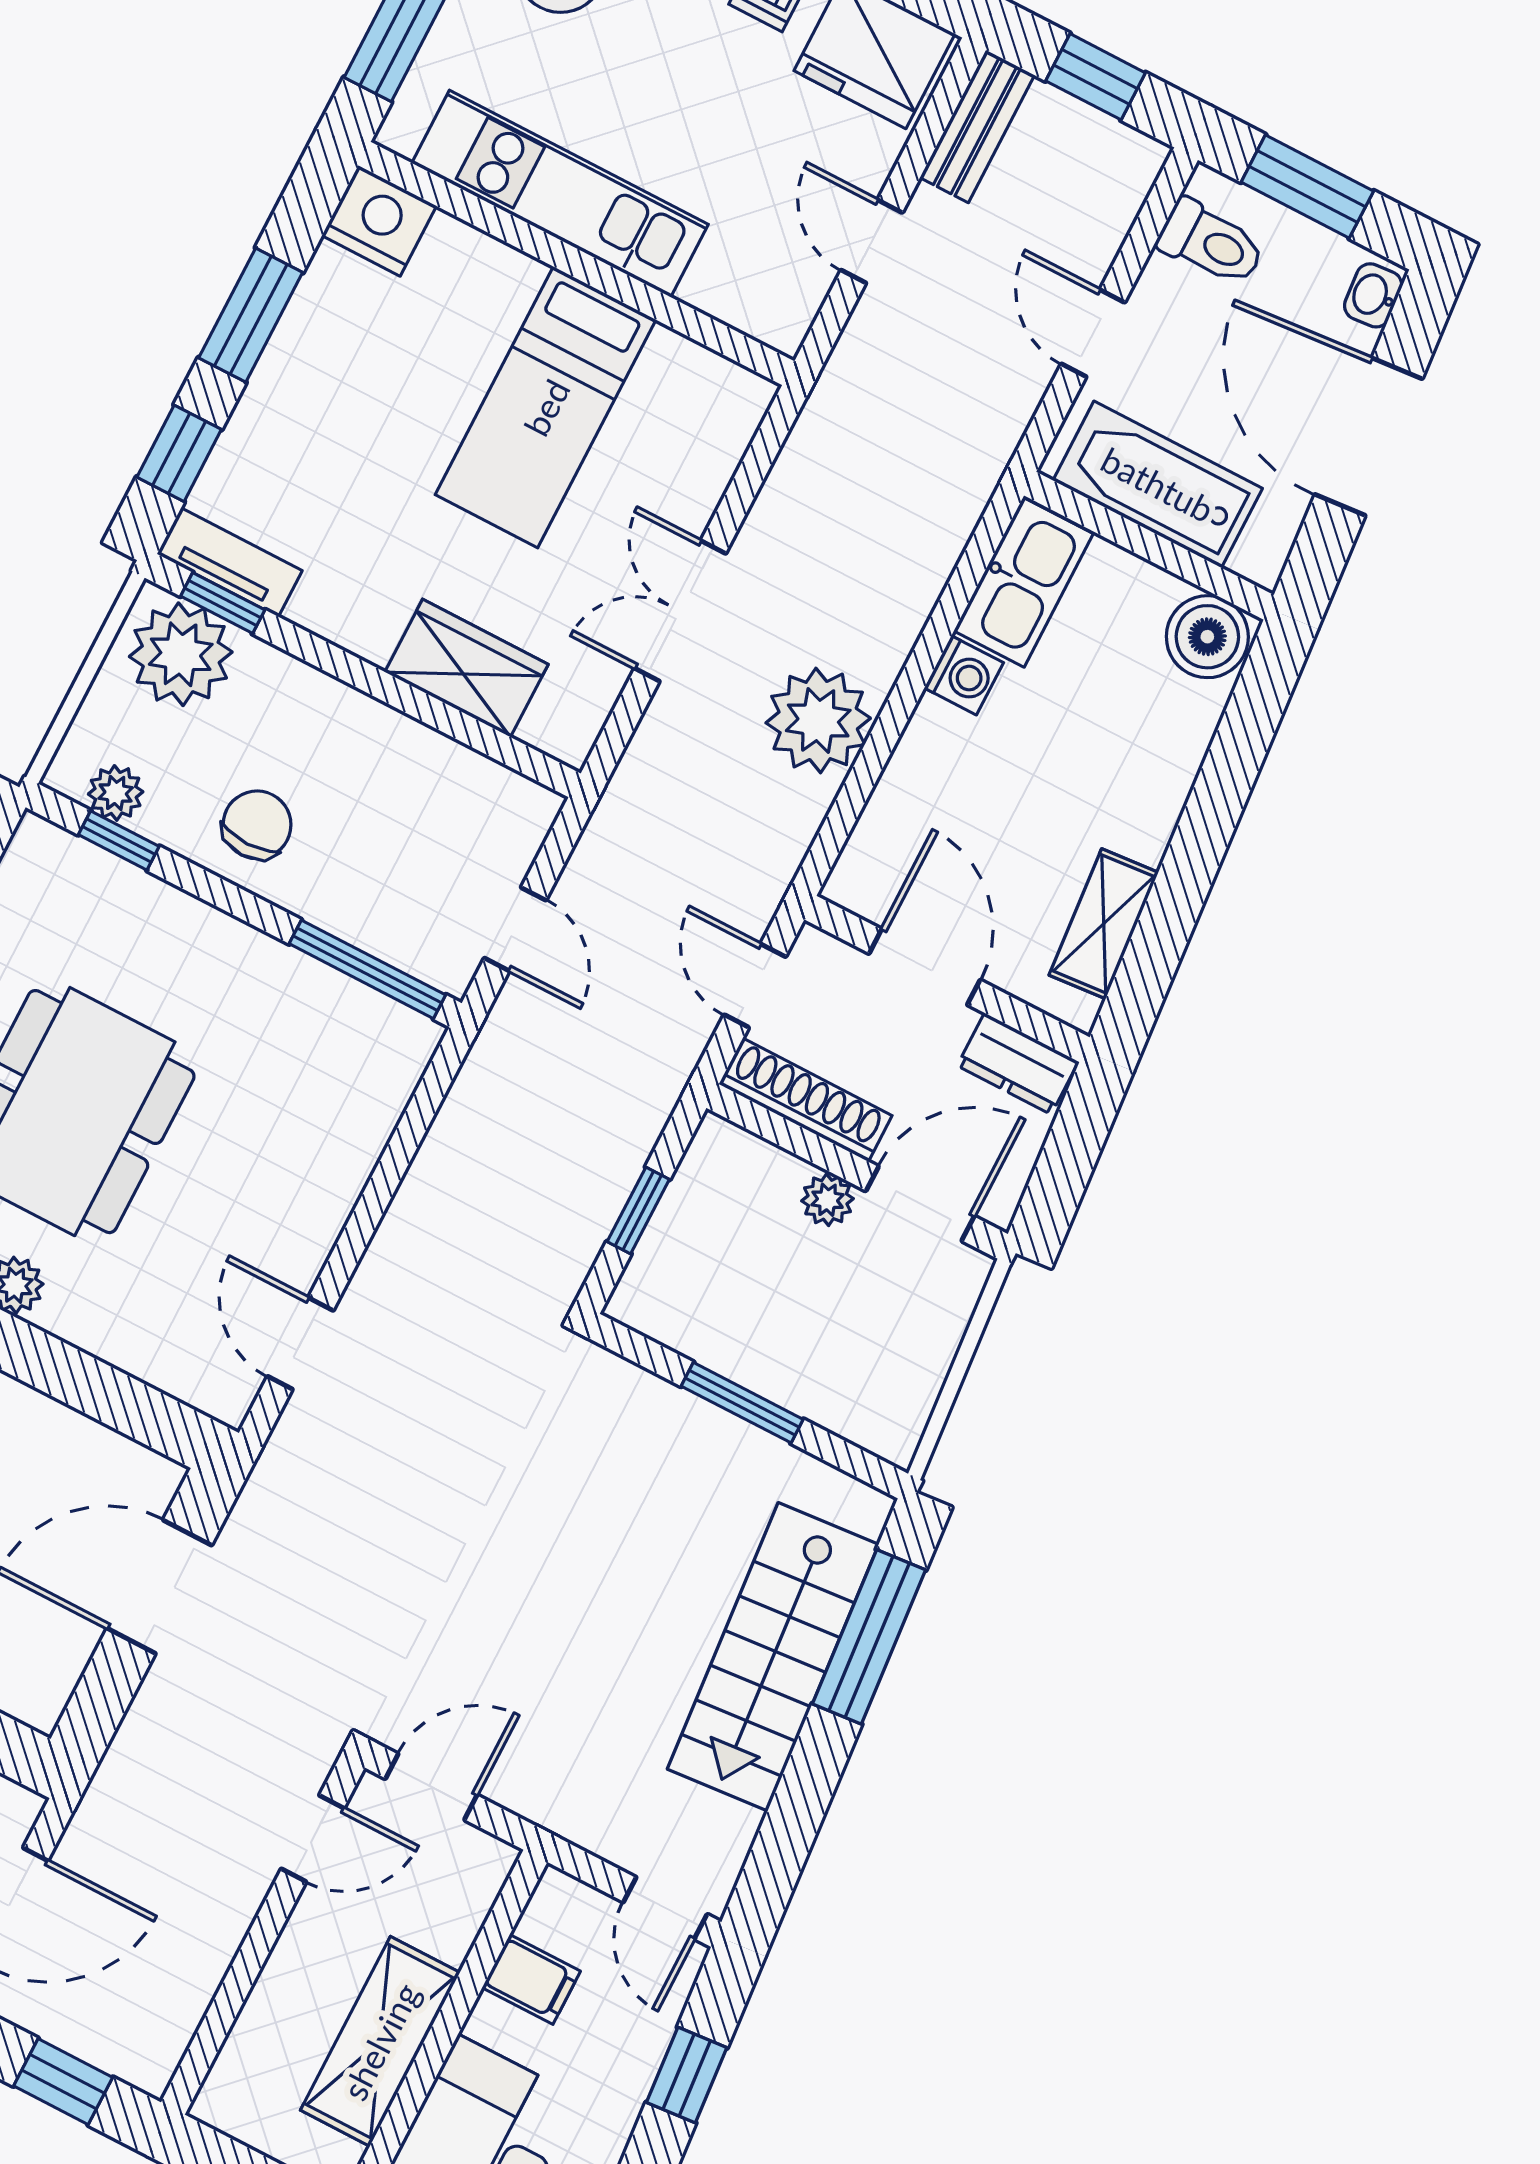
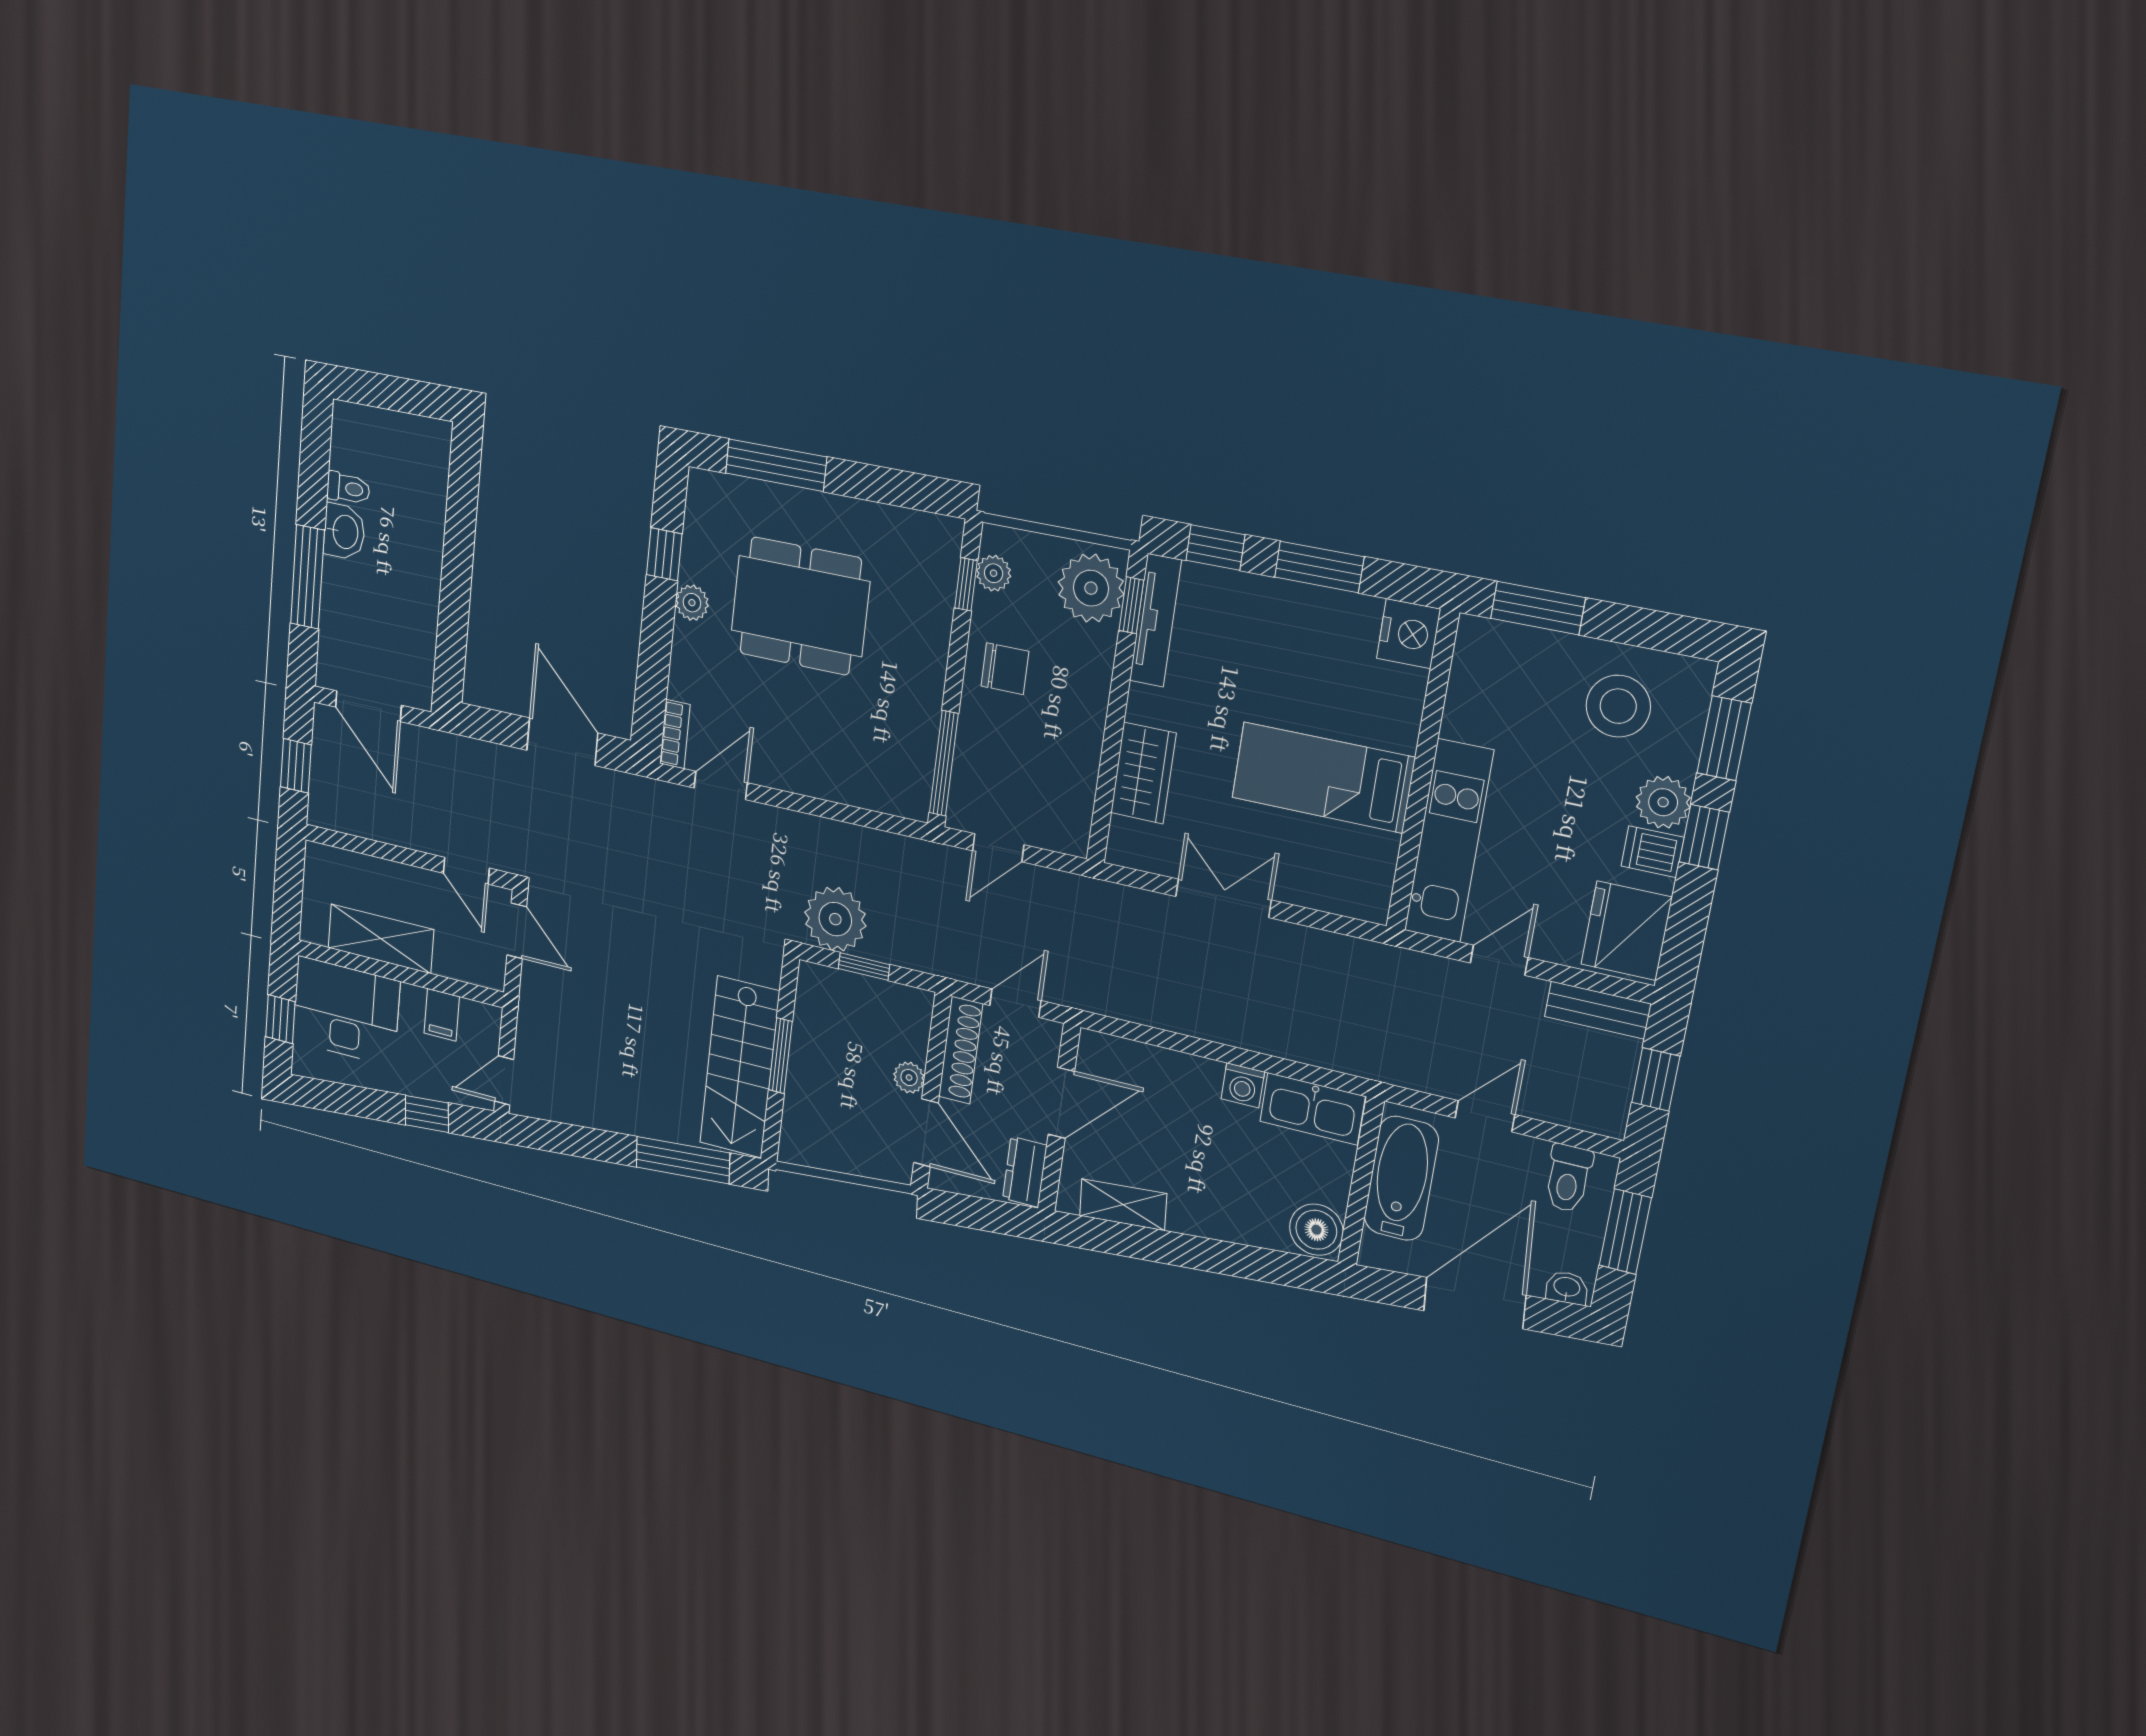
kitchen unit: (560, 194) -> (1449, 841), moved
tv unit: (230, 562) -> (1155, 620), width x1.41
plant: (818, 721) -> (835, 919), moved
bookcase: (202, 1390) -> (675, 734), added
stairs: (773, 1657) -> (740, 1067), moved, turned -85

